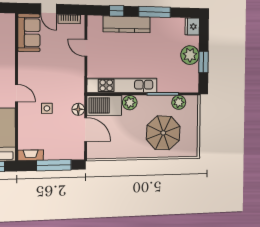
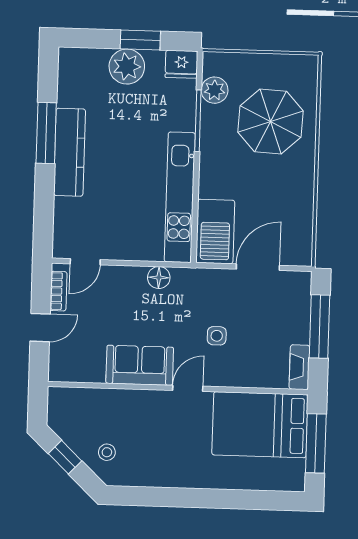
window: (117, 11) -> (44, 204), removed
kitchen counter: (127, 24) -> (70, 152), moved
fridge: (192, 27) -> (181, 64), moved
sofa: (29, 33) -> (140, 365), moved
door: (86, 48) -> (85, 262), moved
plant: (130, 103) -> (212, 184), removed
floor lamp: (78, 109) -> (159, 278), moved

